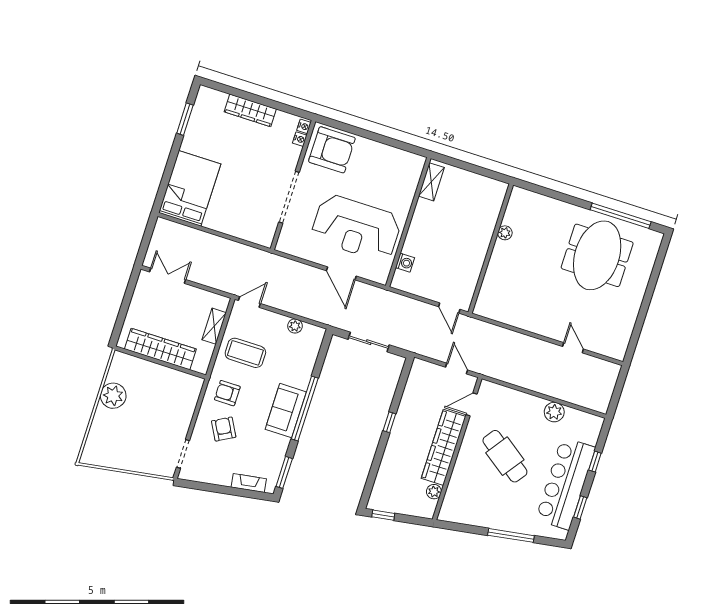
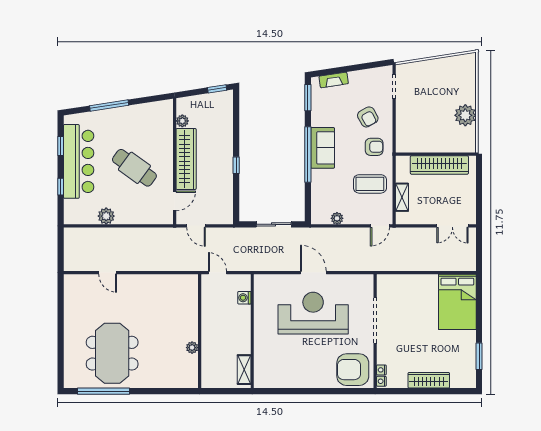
shelving: (431, 182) -> (244, 370), moved
wall: (408, 222) -> (252, 331), moved
washing machine: (405, 263) -> (244, 298), moved

